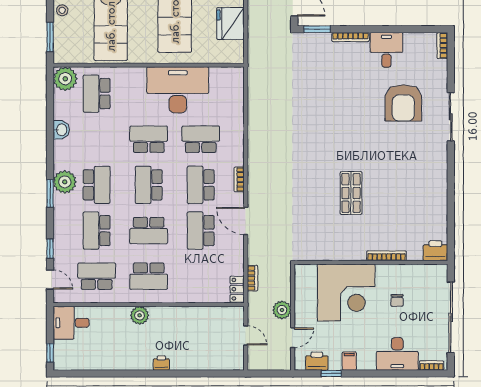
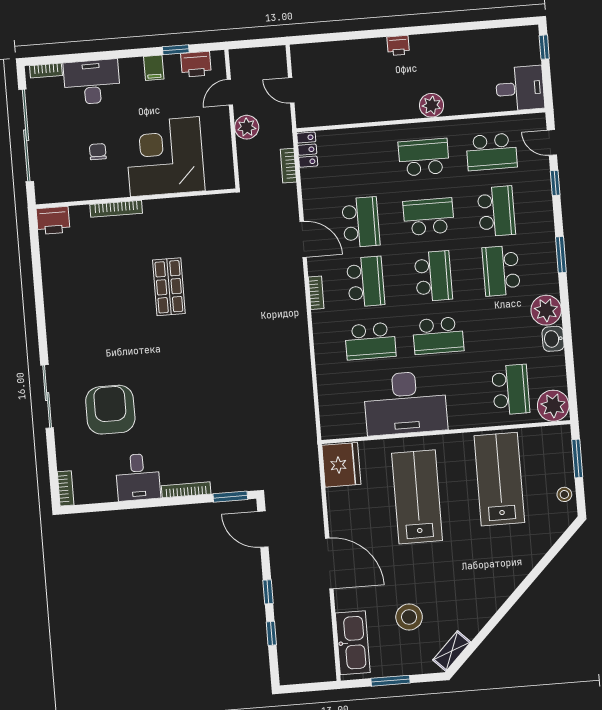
fridge: (230, 23) -> (341, 465), moved
plant: (65, 182) -> (546, 310), moved

